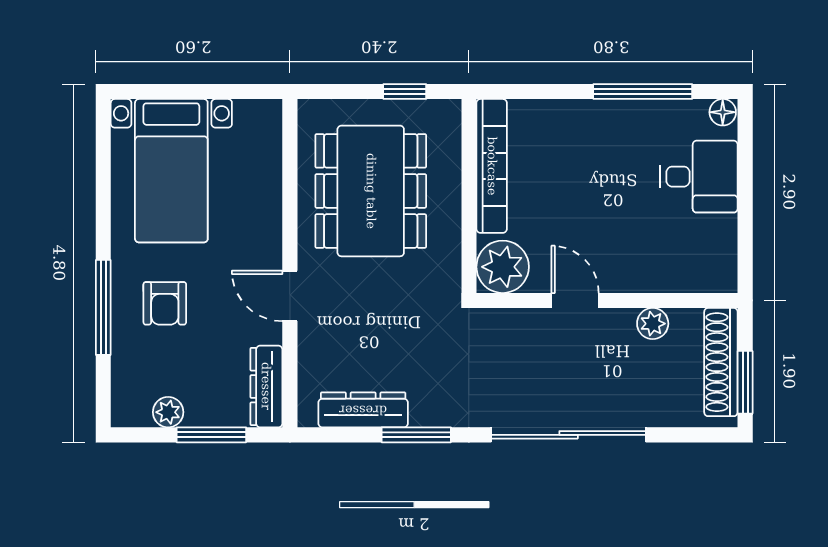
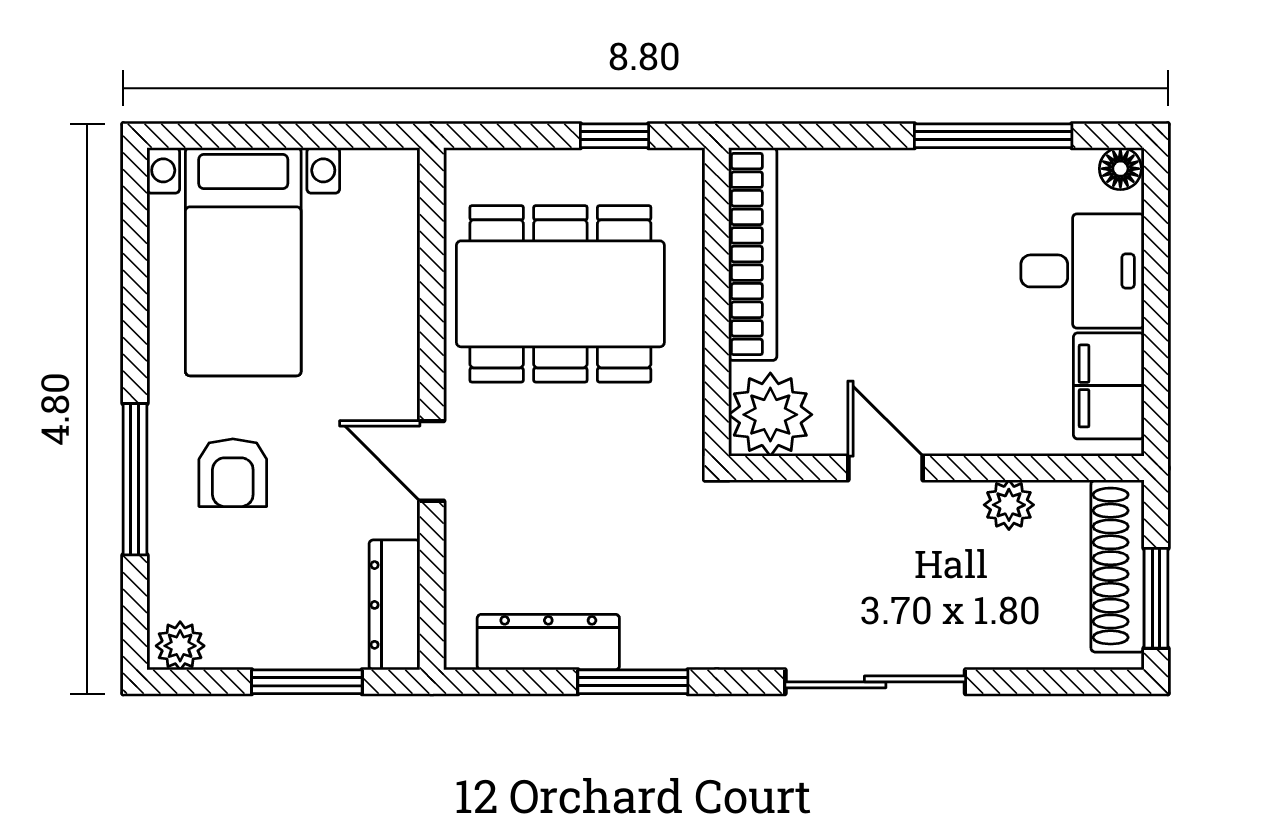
dining table: (371, 191) -> (560, 294), turned 90
filing cabinet: (715, 249) -> (1109, 386), added
plant: (168, 412) -> (180, 646), moved
sliding door: (569, 435) -> (875, 682), width x0.73

